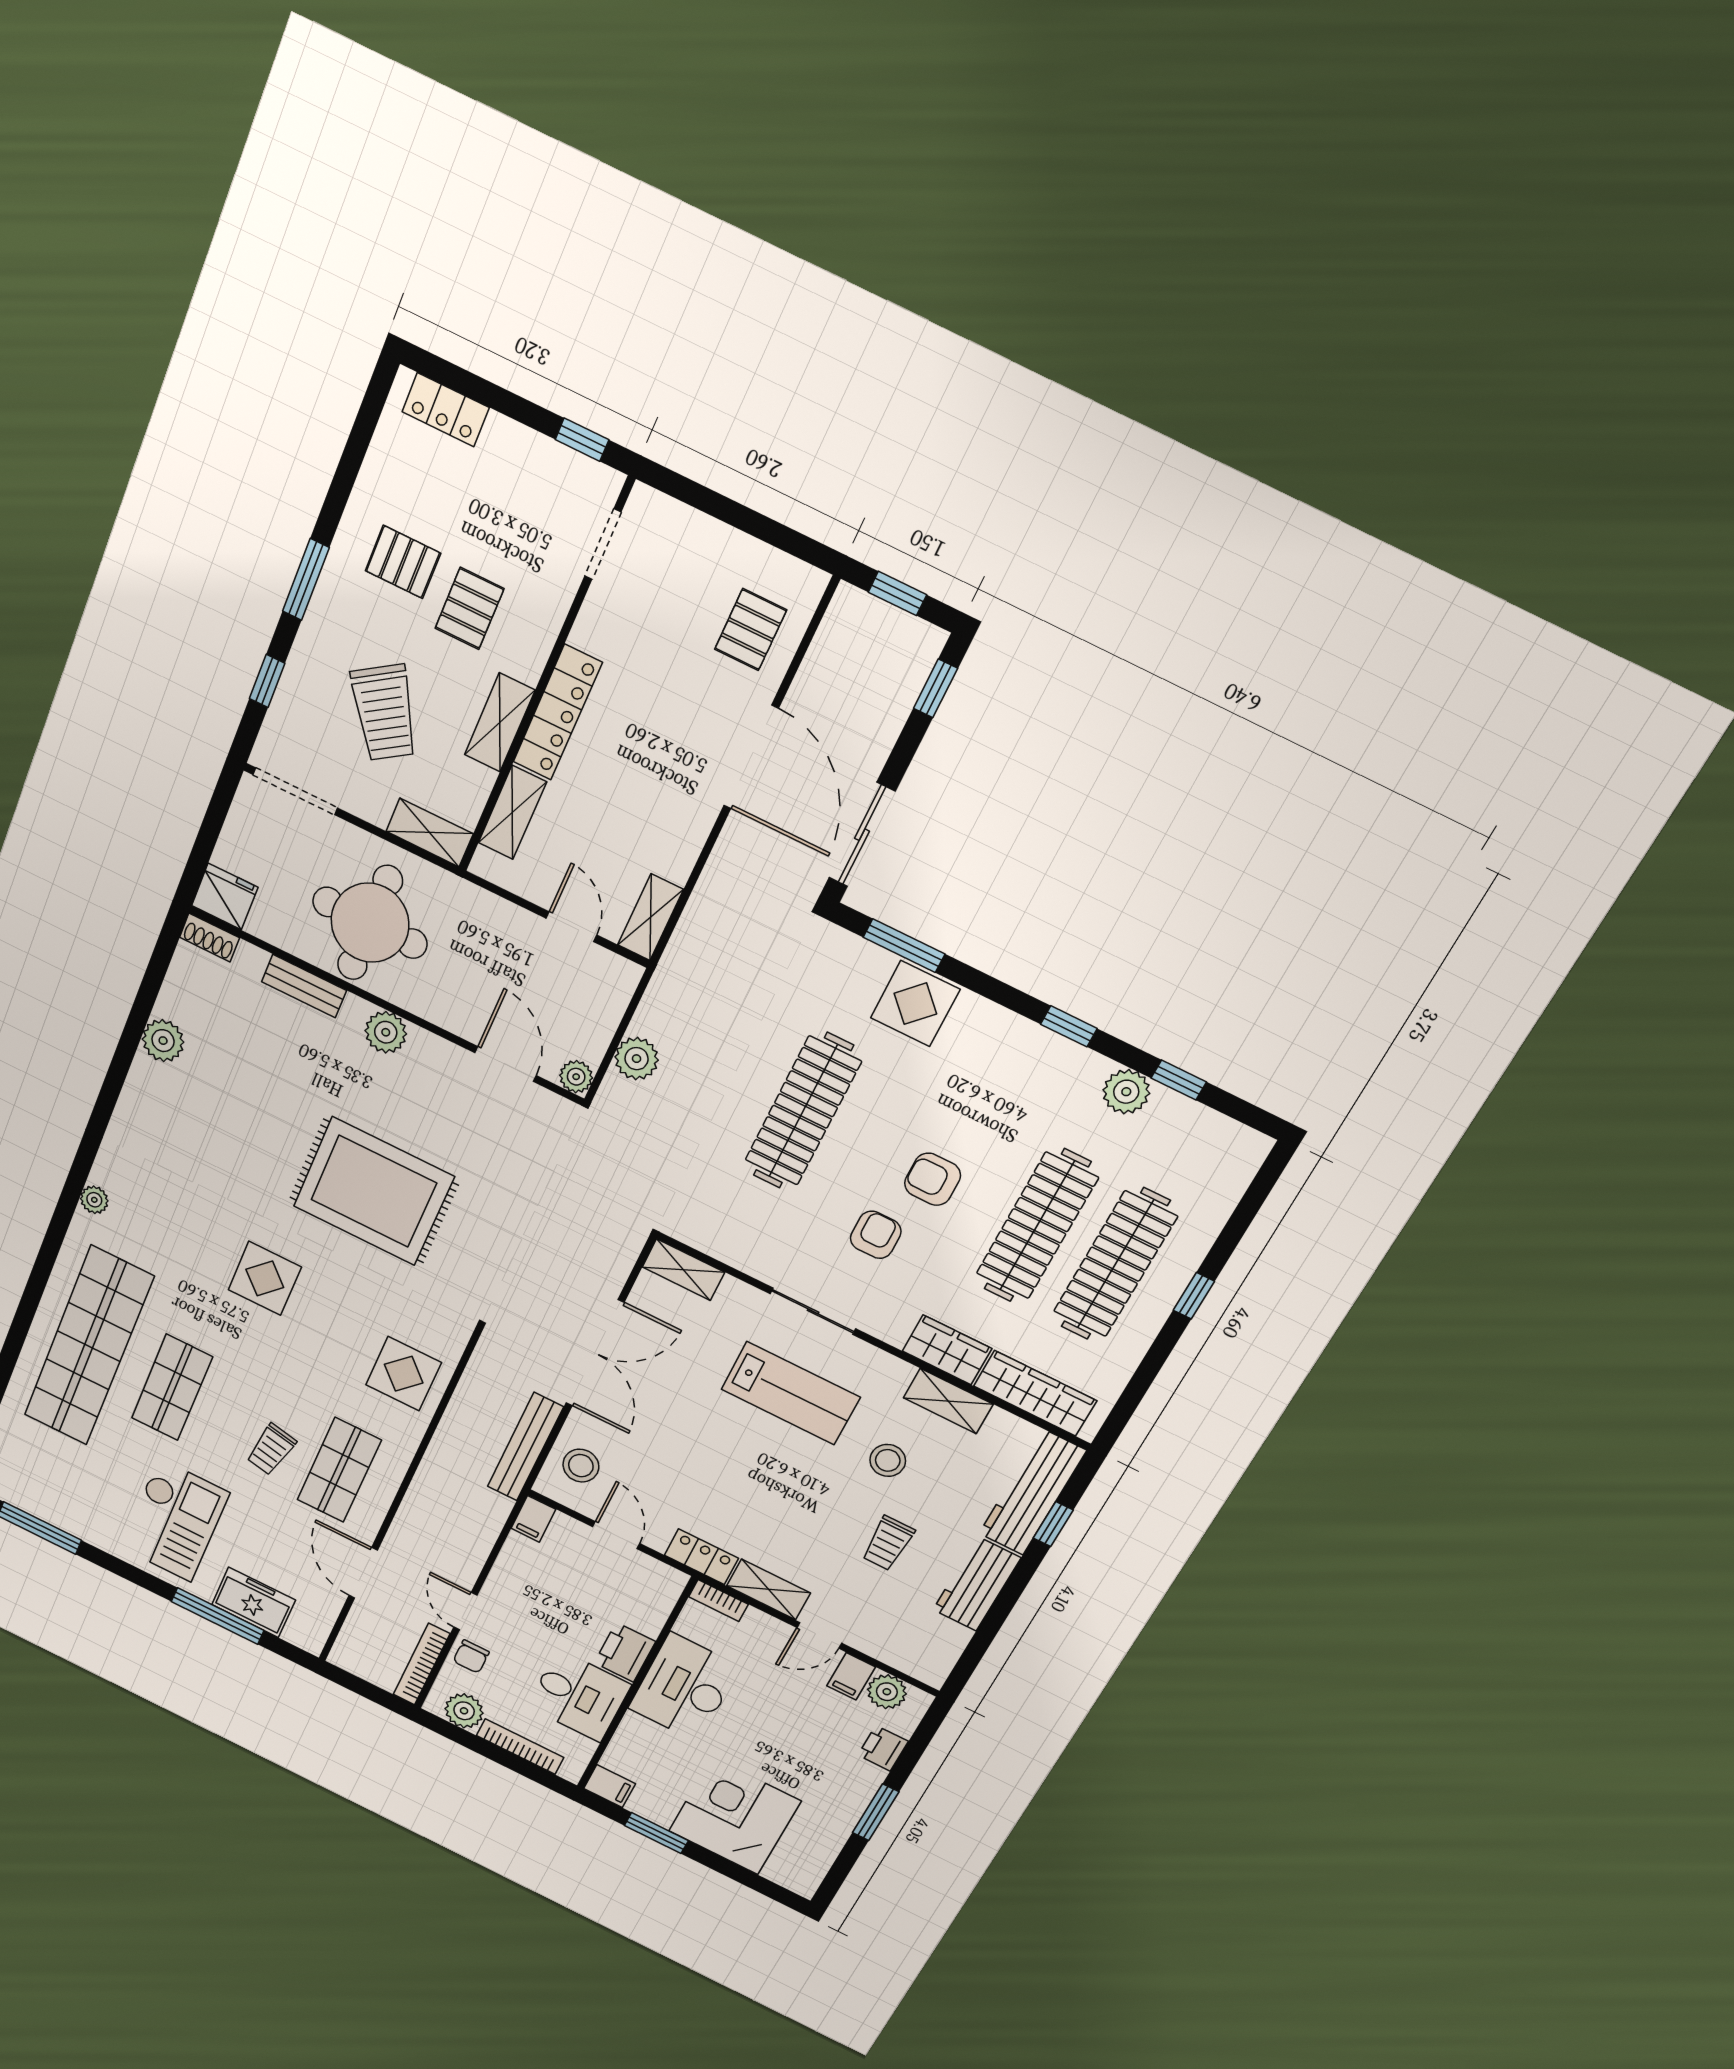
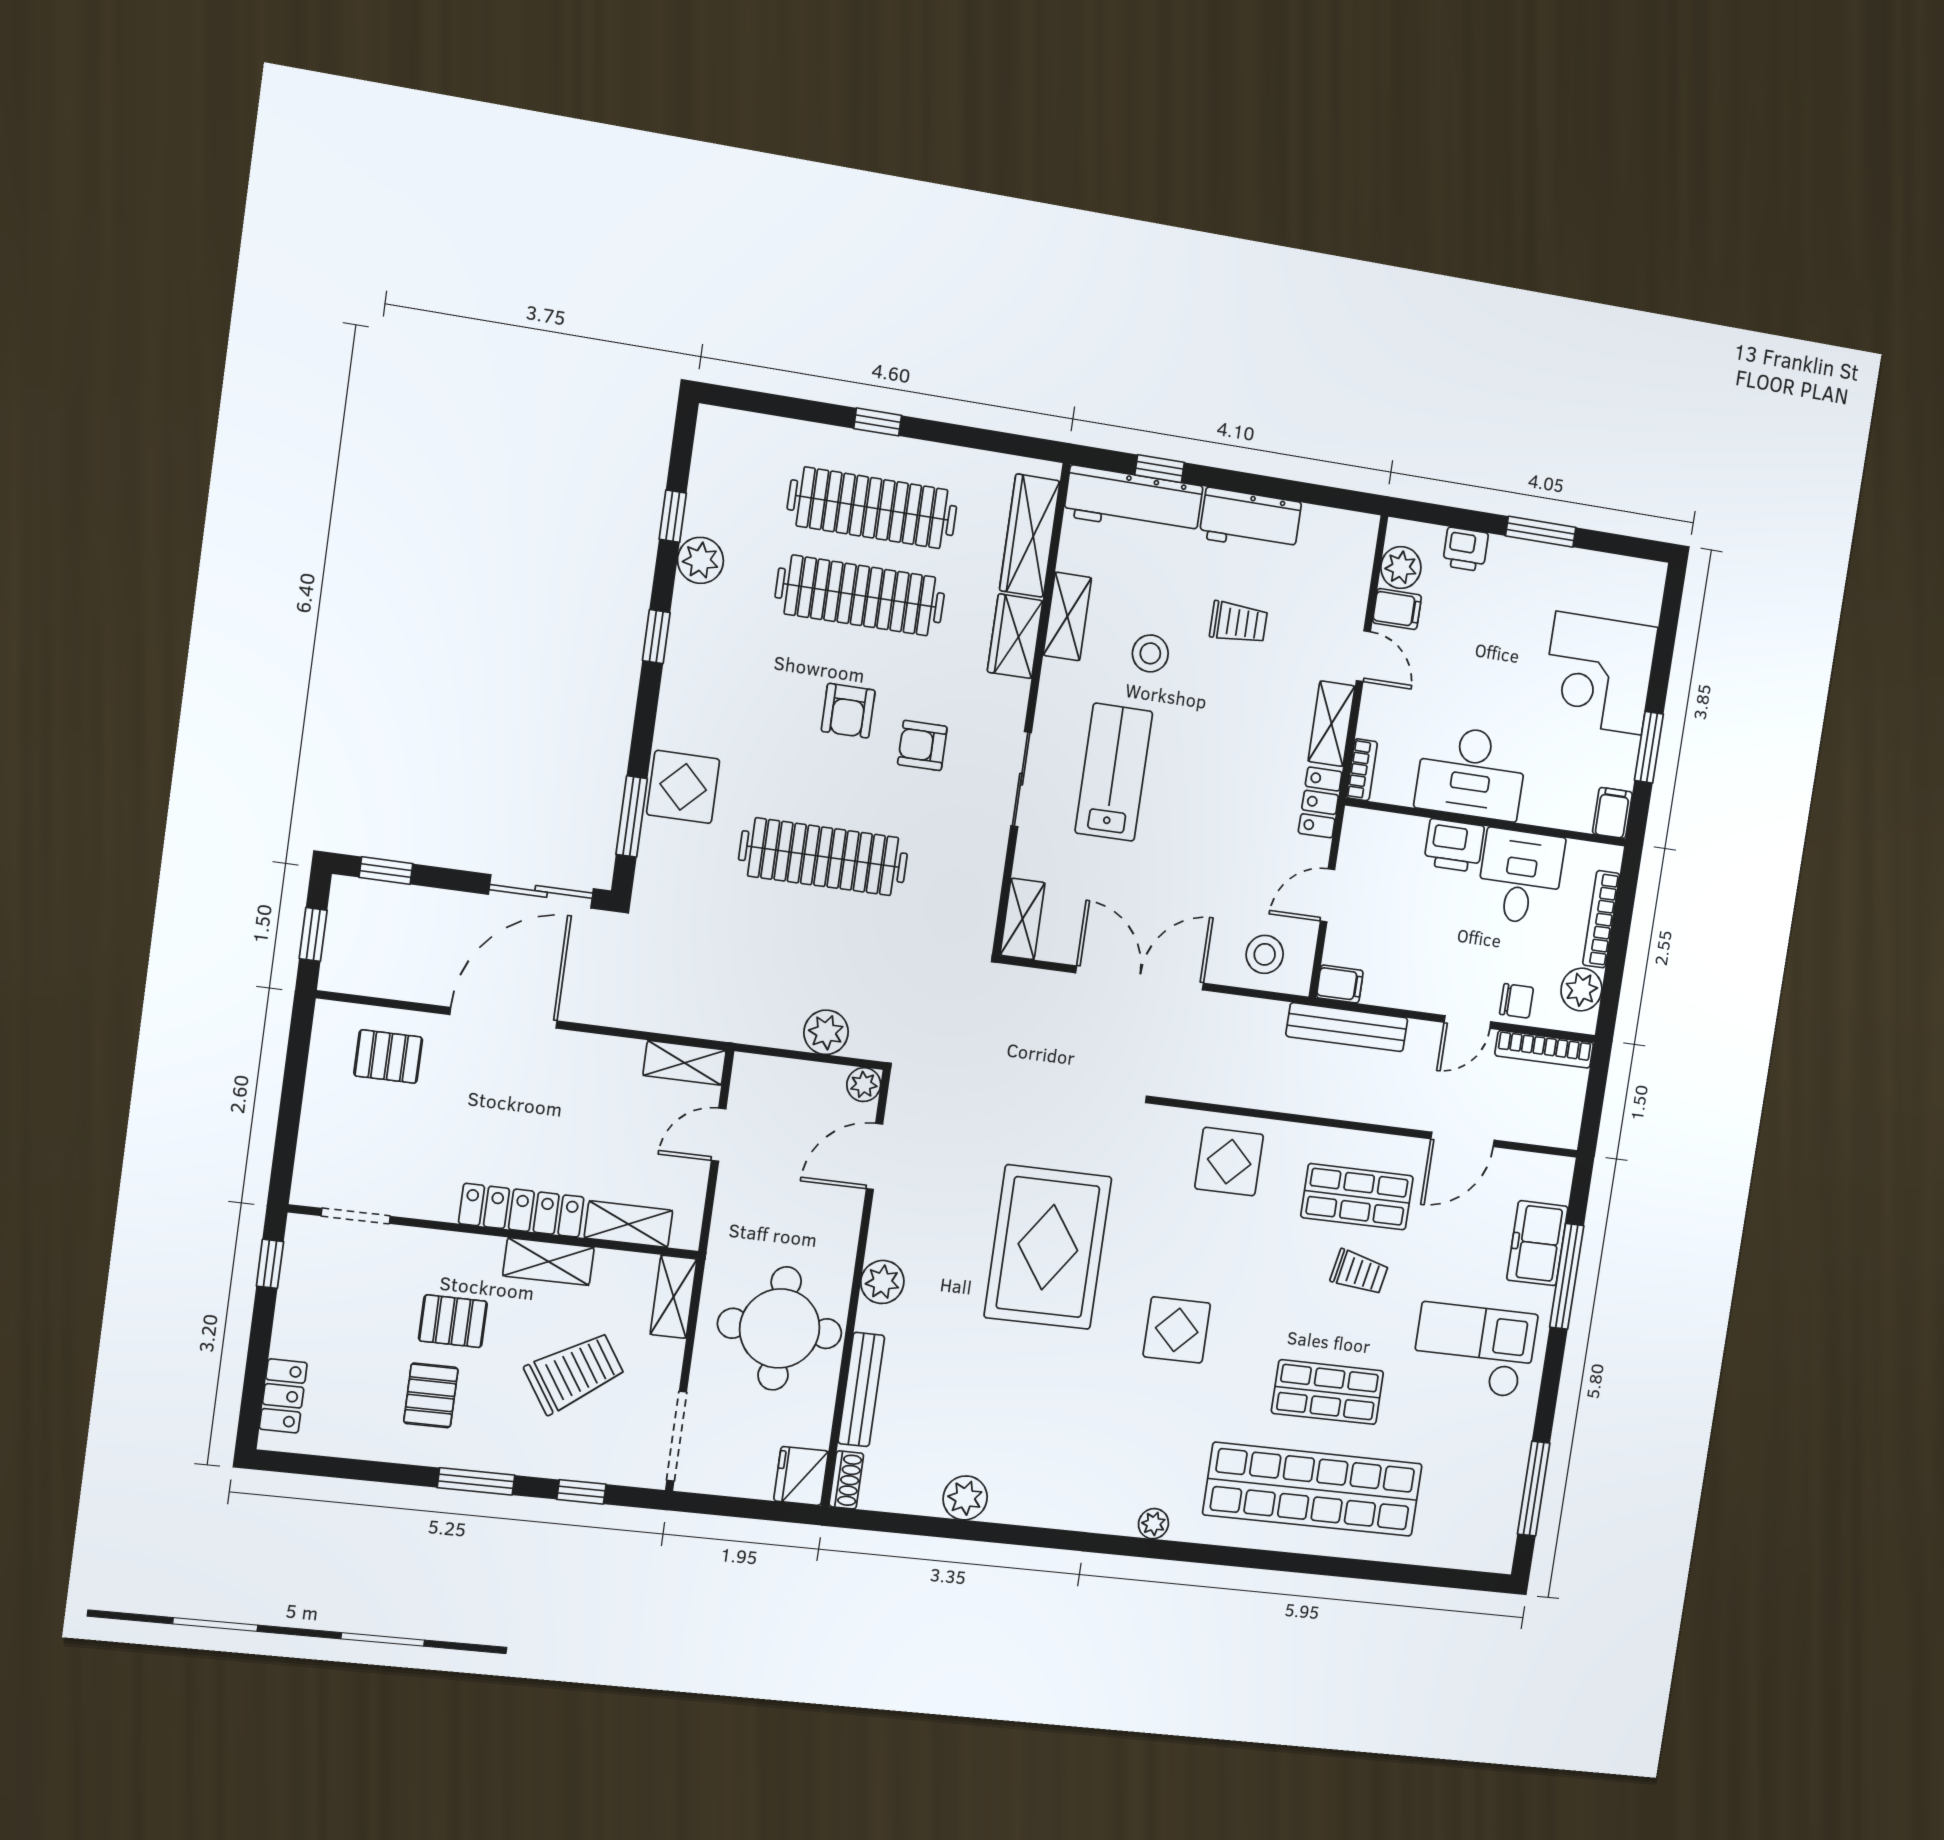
bench: (304, 986) -> (861, 1389), width x1.36
bench: (525, 1447) -> (1347, 1027), moved

